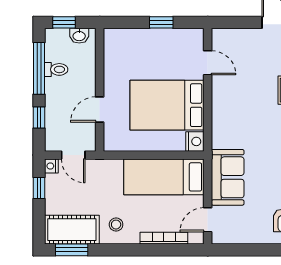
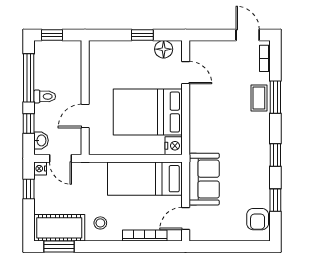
washbasin: (79, 36) -> (41, 140), moved, turned -90
floor lamp: (184, 38) -> (164, 49), added
toilet: (56, 69) -> (45, 96), moved

